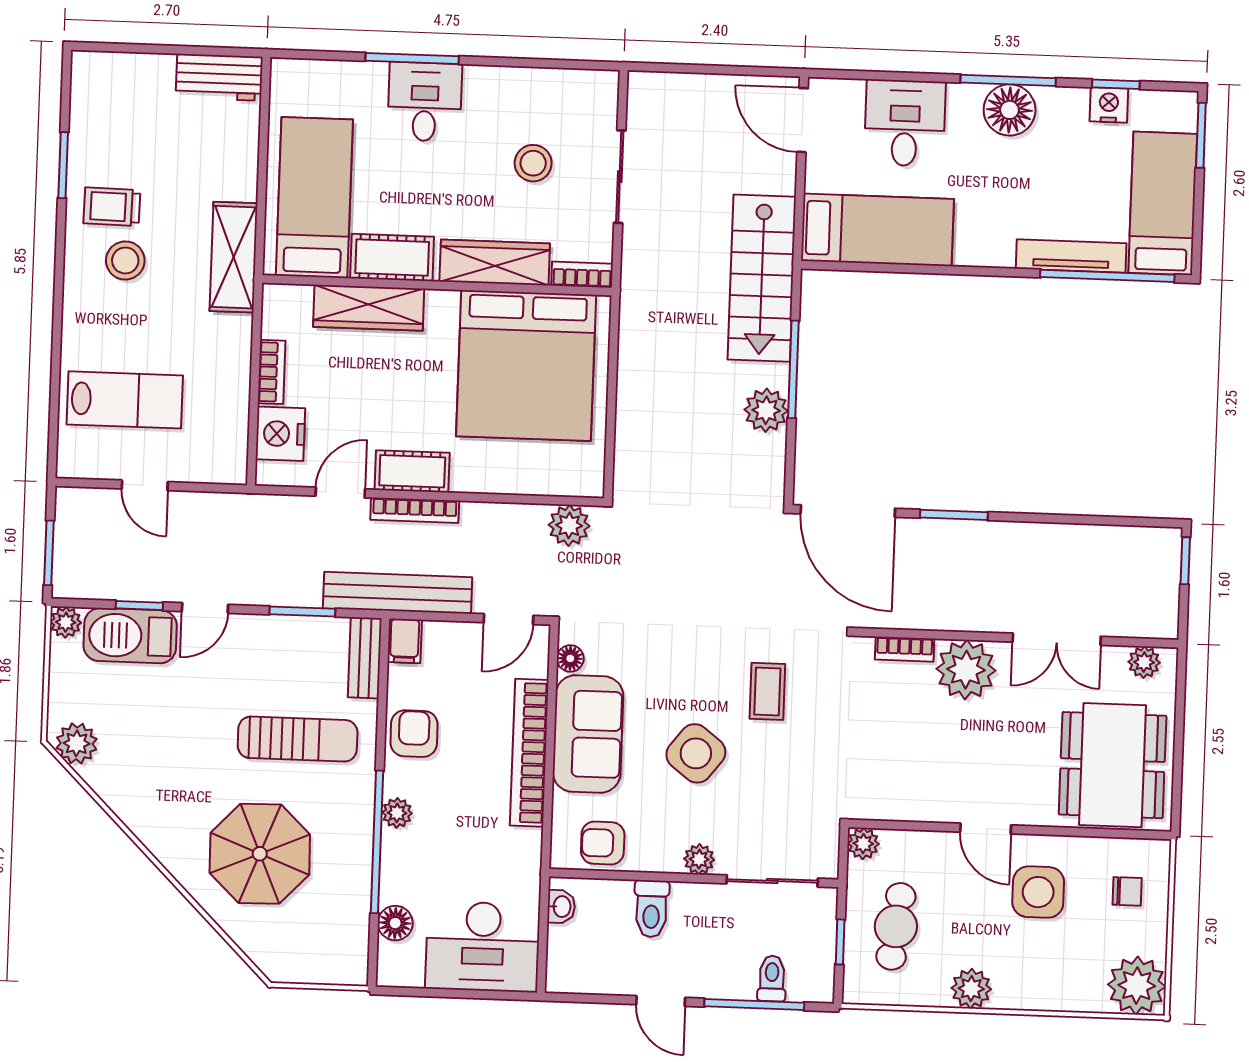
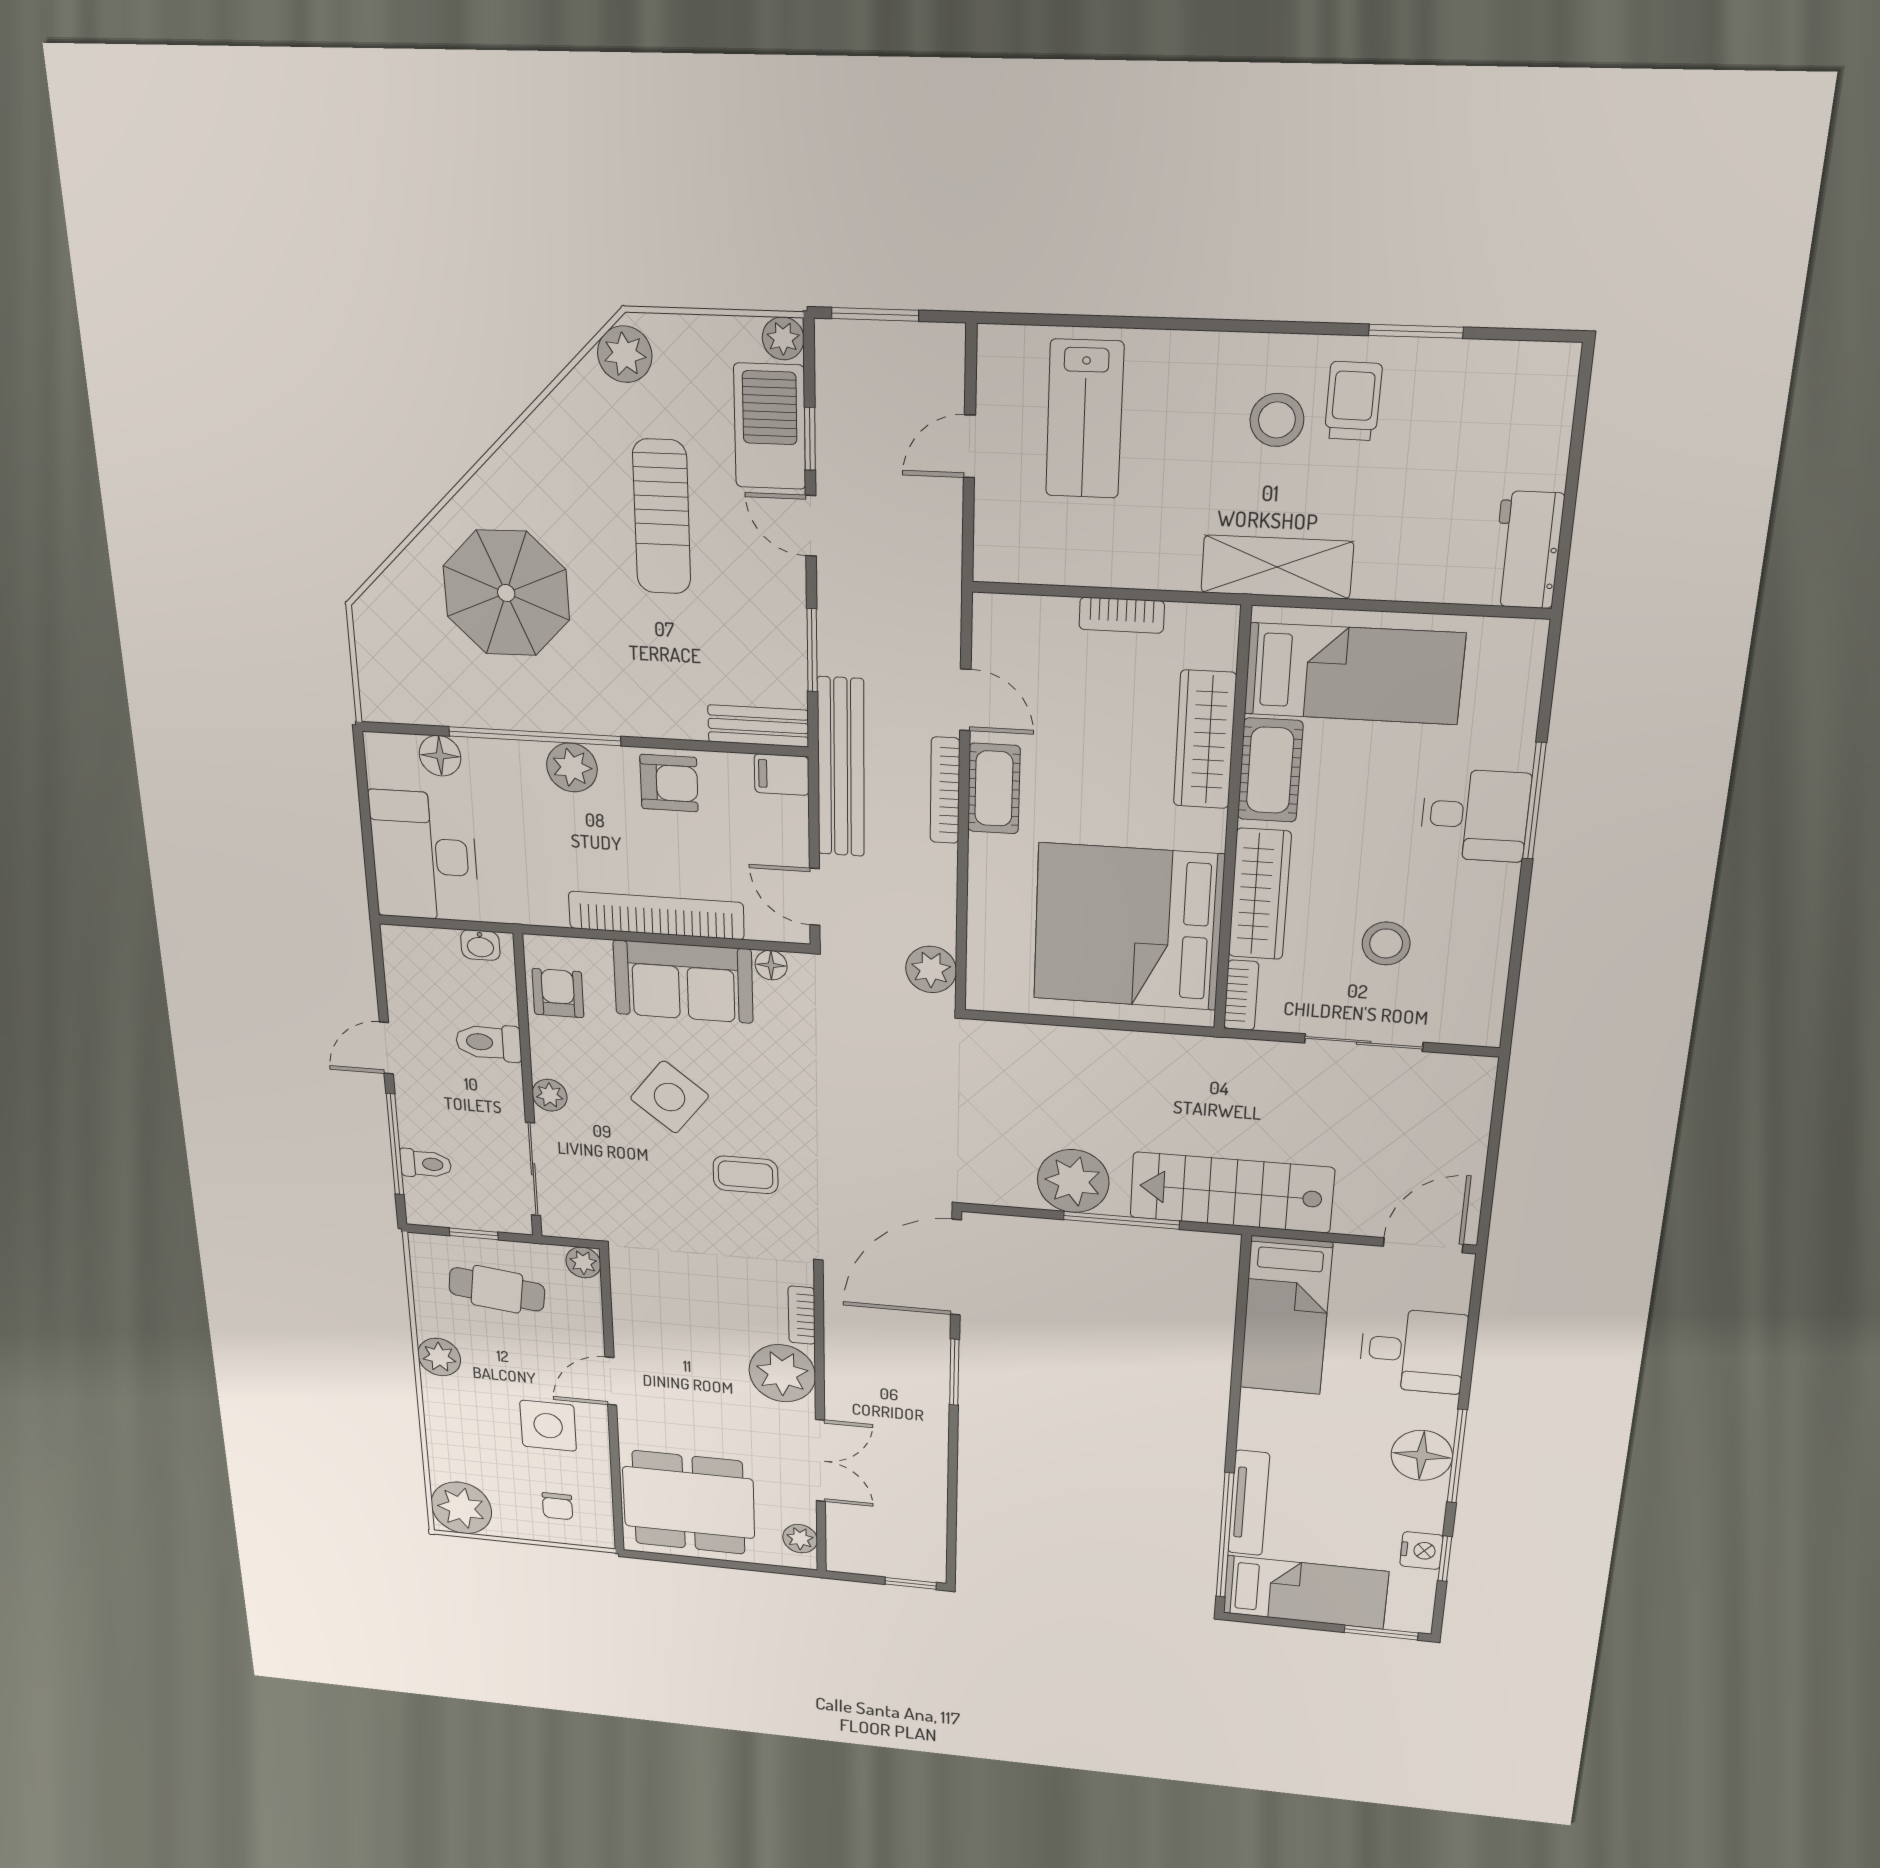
plant: (766, 410) -> (1073, 1181), width x1.36, depth x1.36
nightstand: (280, 434) -> (1040, 626), removed
double door: (1057, 639) -> (820, 1461), swing flipped
sun lounger: (298, 739) -> (662, 517), moved
plant: (397, 813) -> (572, 767), width x1.38, depth x1.38

